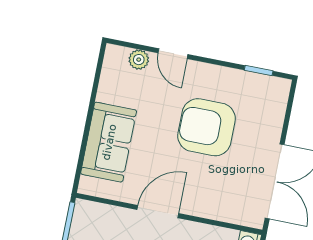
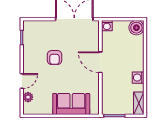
armchair: (206, 127) -> (54, 58), width x0.53, depth x0.53
door: (158, 212) -> (100, 62), moved

